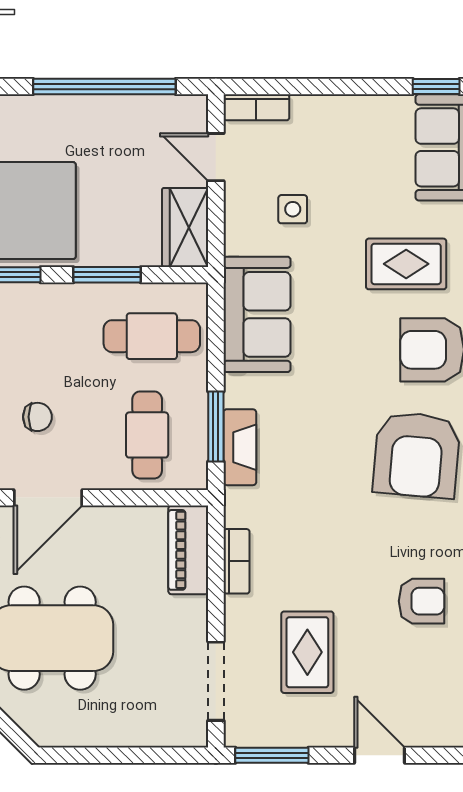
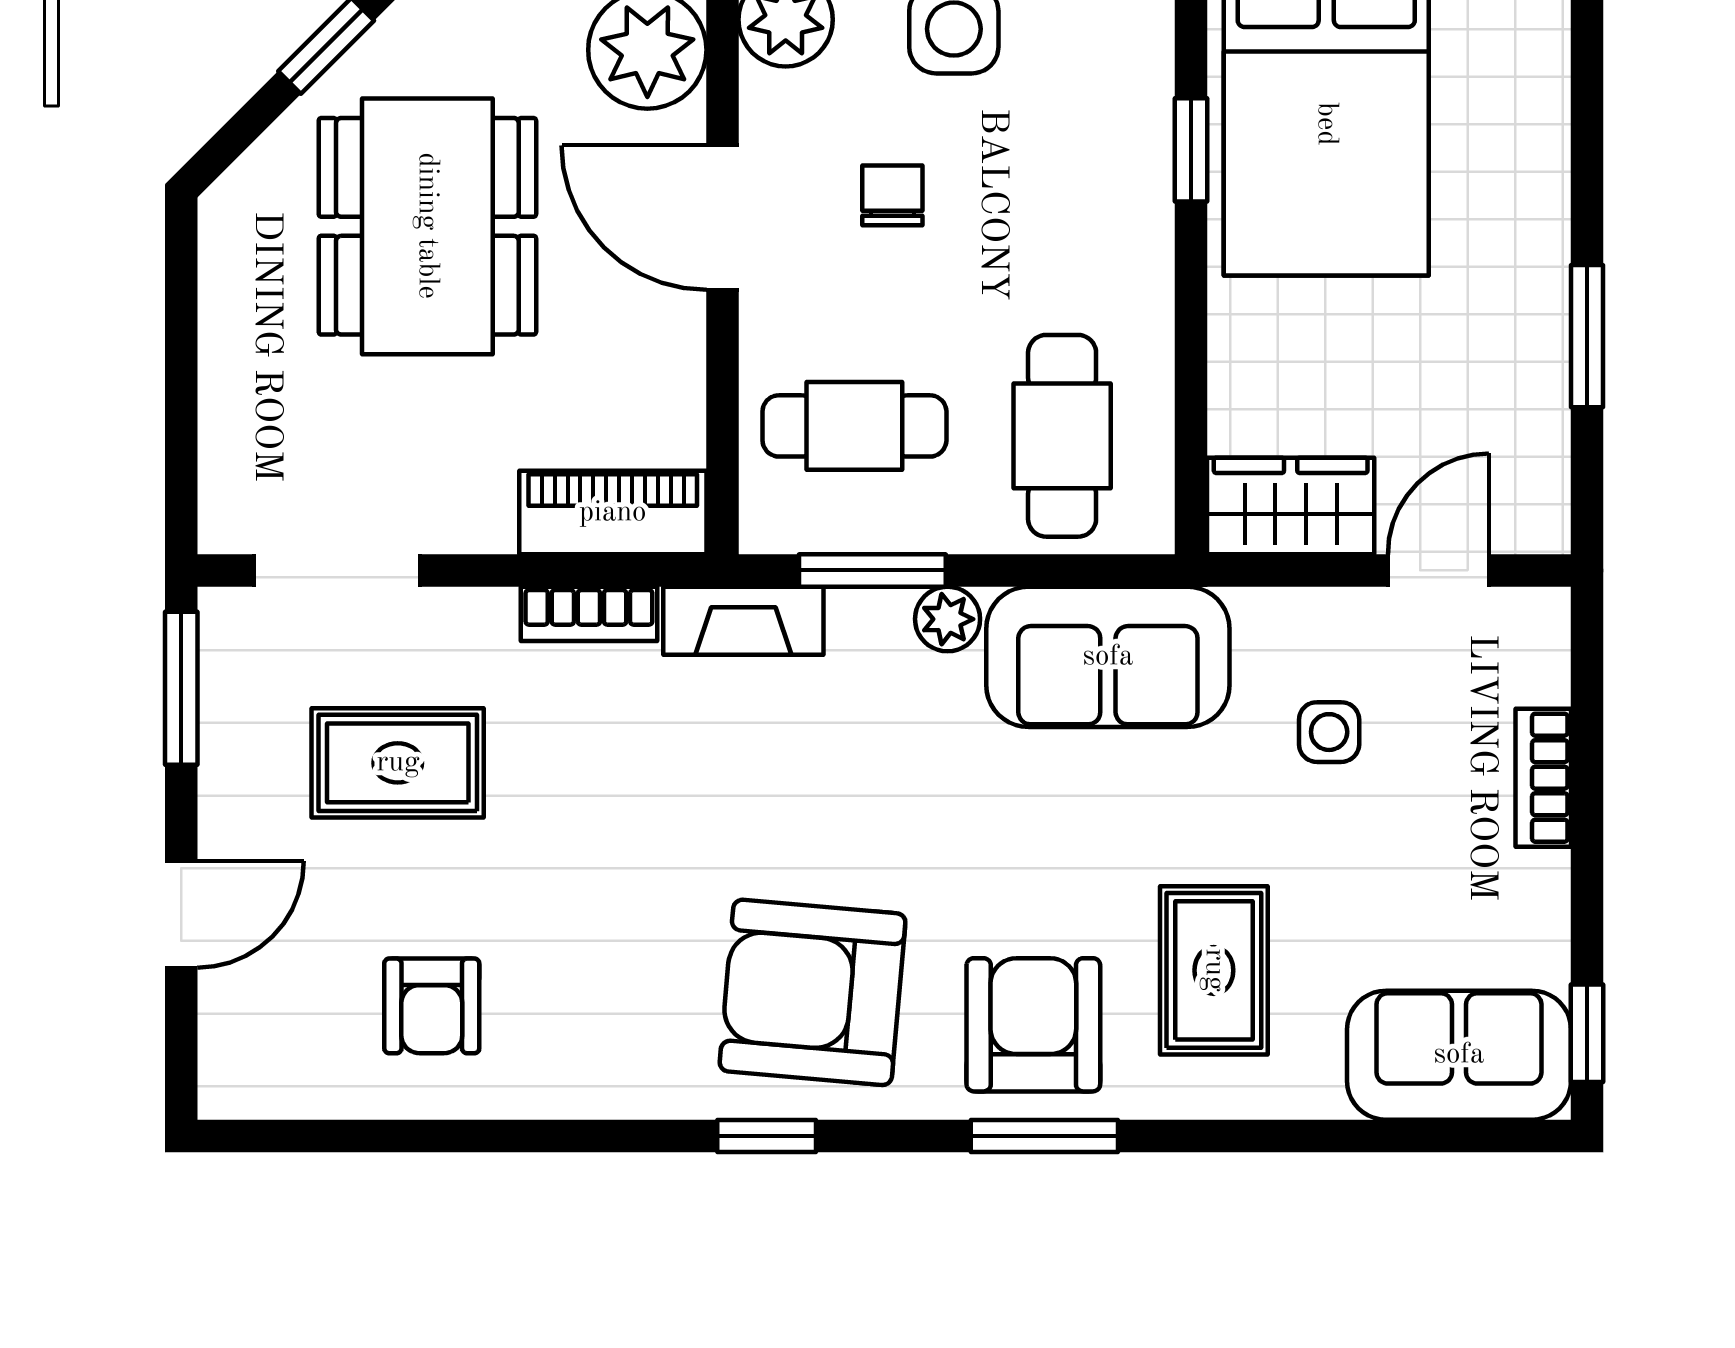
window: (104, 86) -> (1587, 336), width x0.47
bookcase: (256, 107) -> (1543, 778), moved
window: (107, 275) -> (1191, 342), removed
plant: (239, 391) -> (948, 619), added
chair: (37, 417) -> (892, 195), turned 180
fireplace: (240, 447) -> (743, 621), moved
armchair: (422, 601) -> (432, 1006), moved

